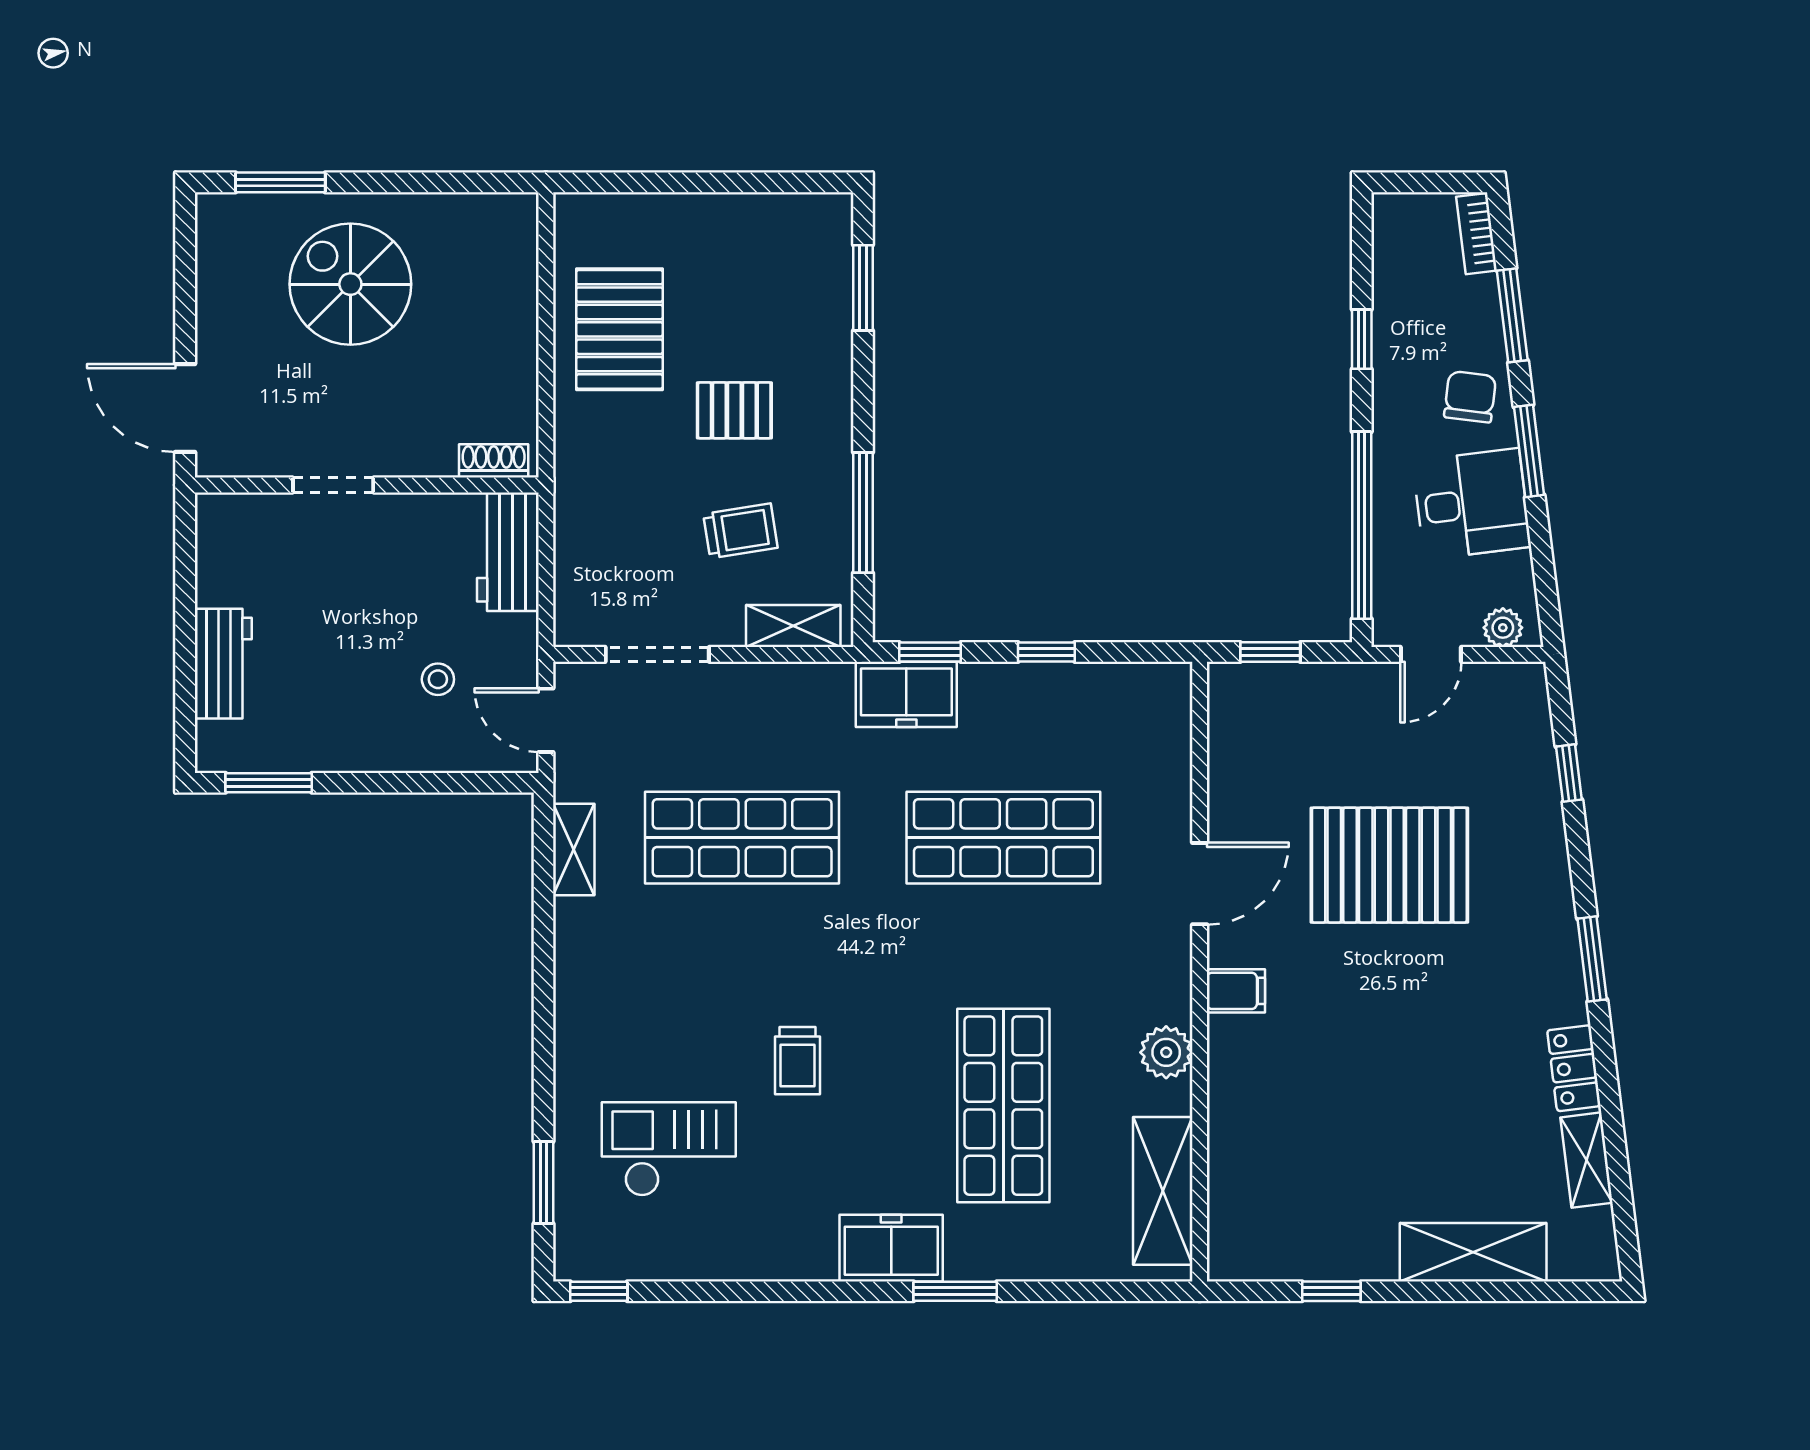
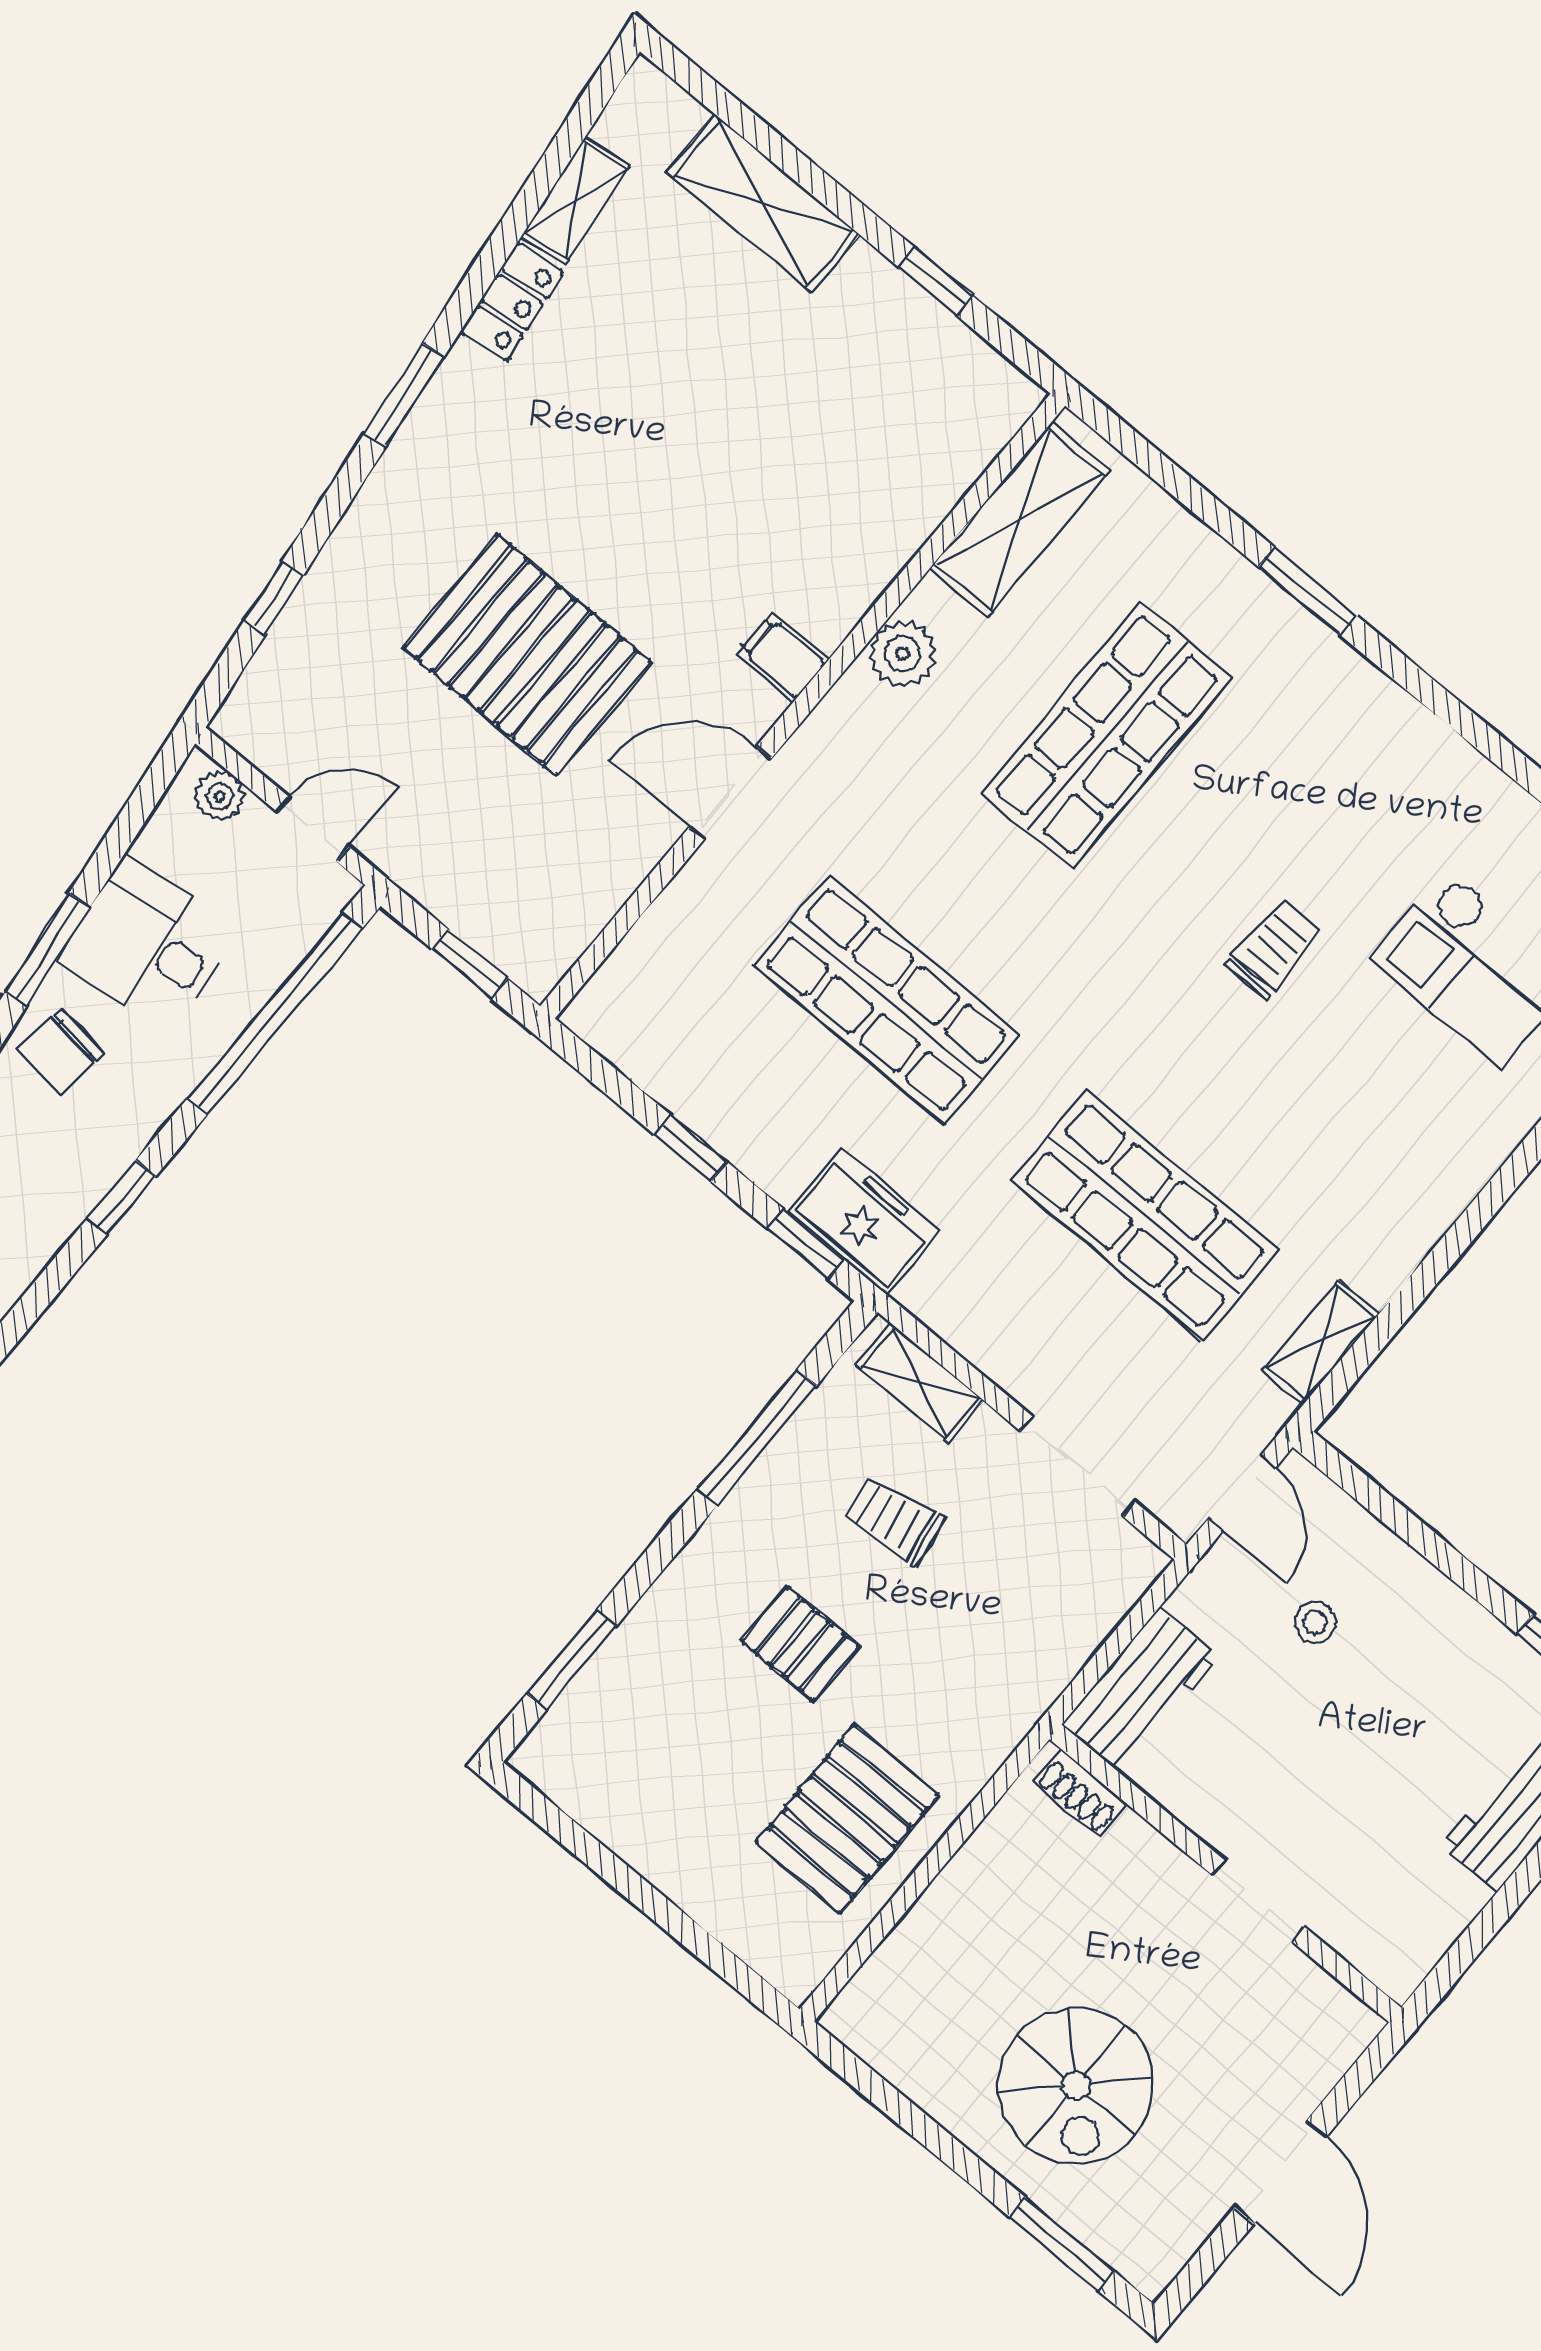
door: (185, 408) -> (1281, 2172), moved
freezer: (891, 1248) -> (1335, 687), removed

